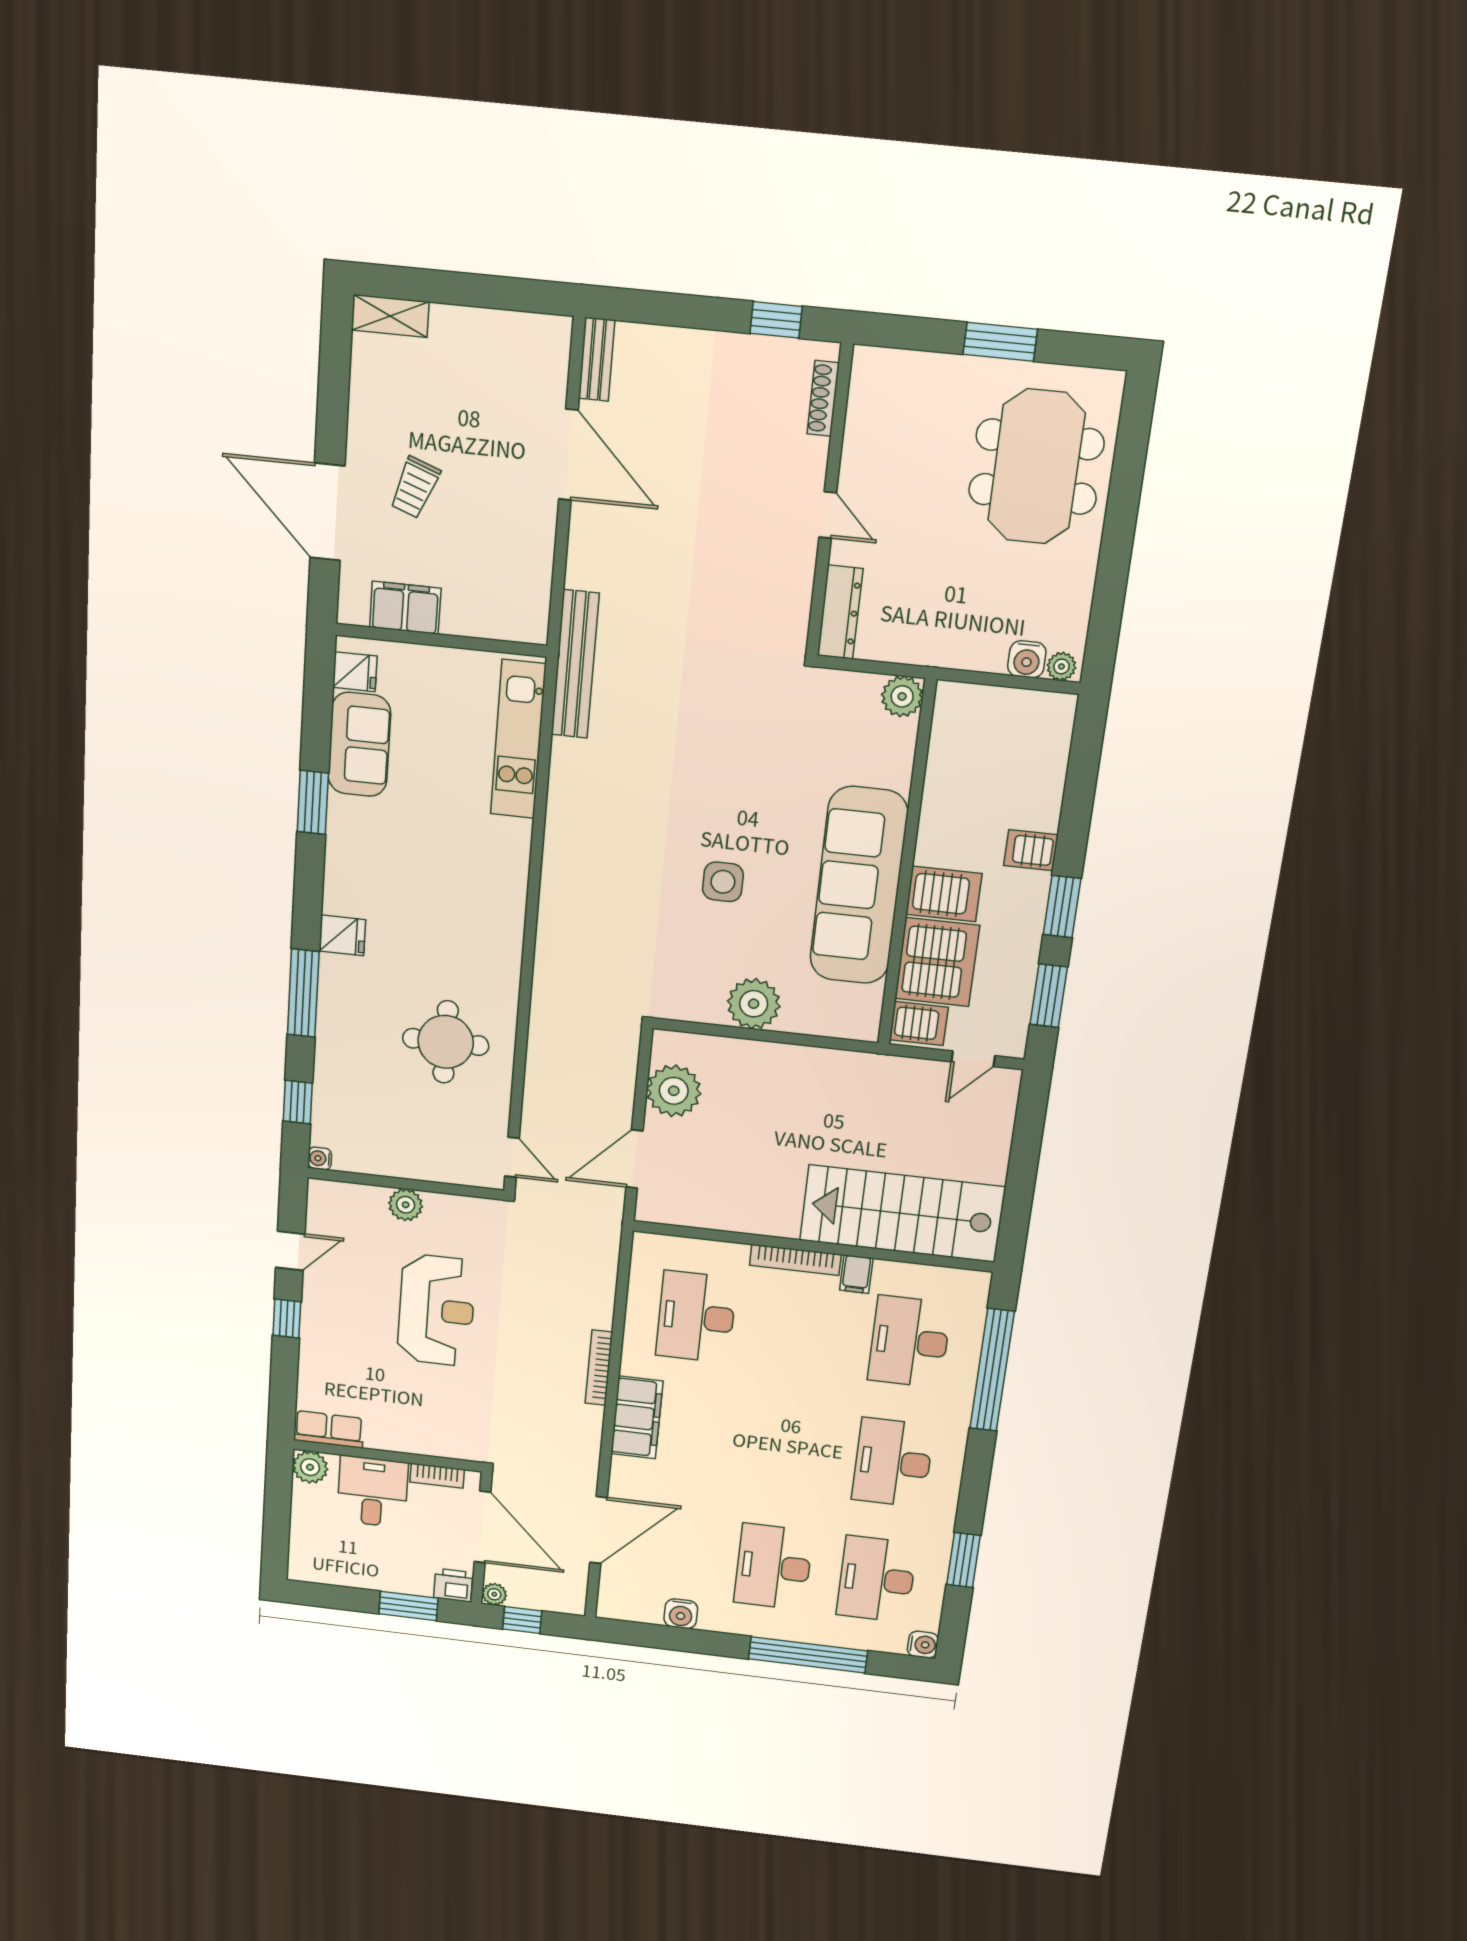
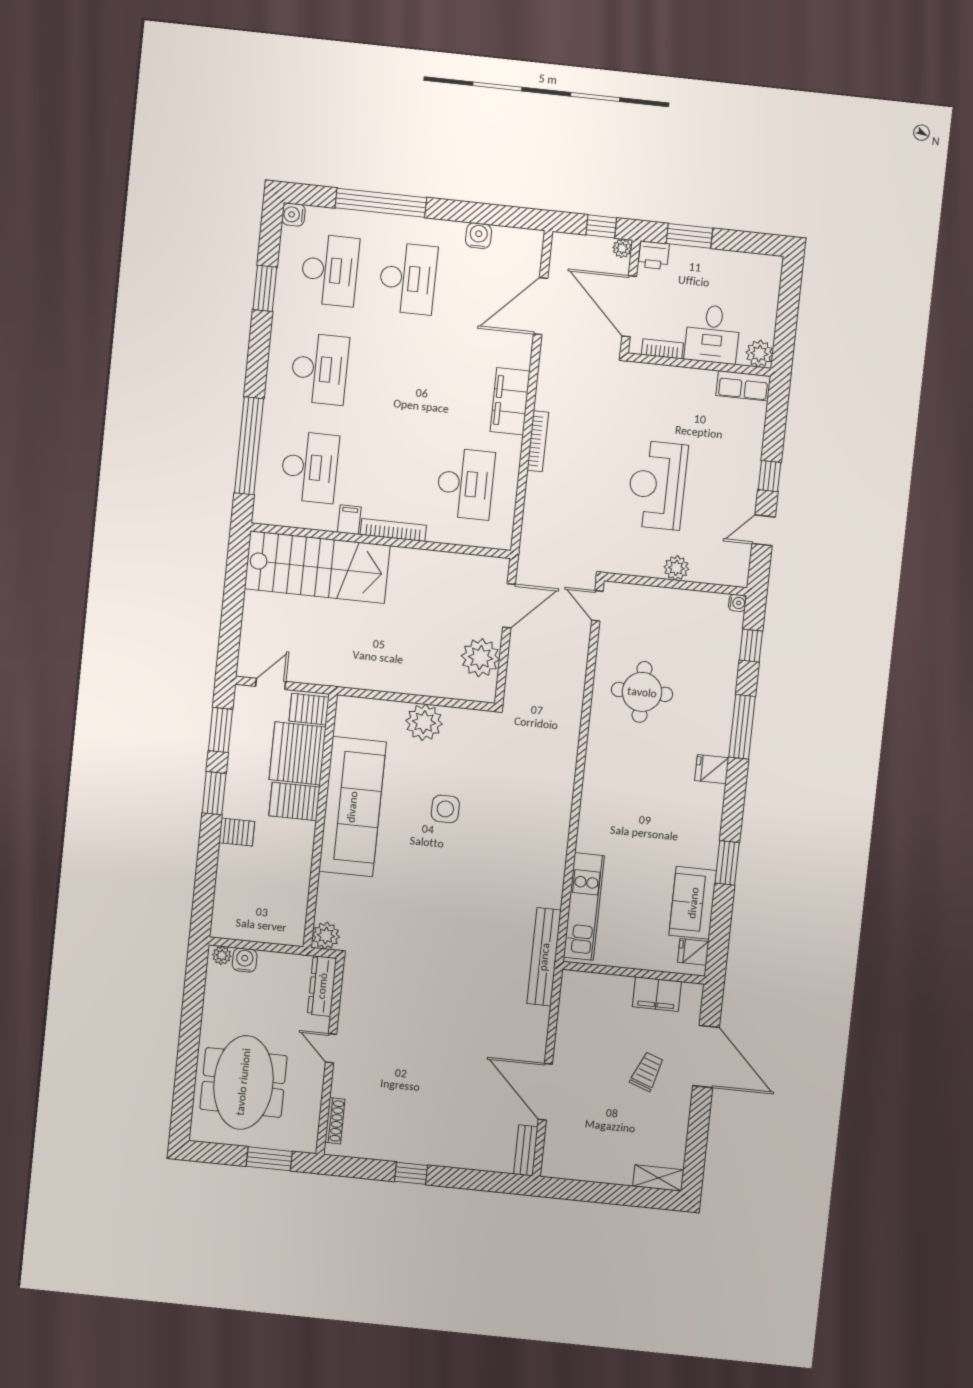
shoe rack: (823, 398) -> (335, 1121), moved
wall: (829, 502) -> (330, 1056), moved
door: (828, 515) -> (331, 1048), moved
dresser: (840, 612) -> (322, 986), moved

